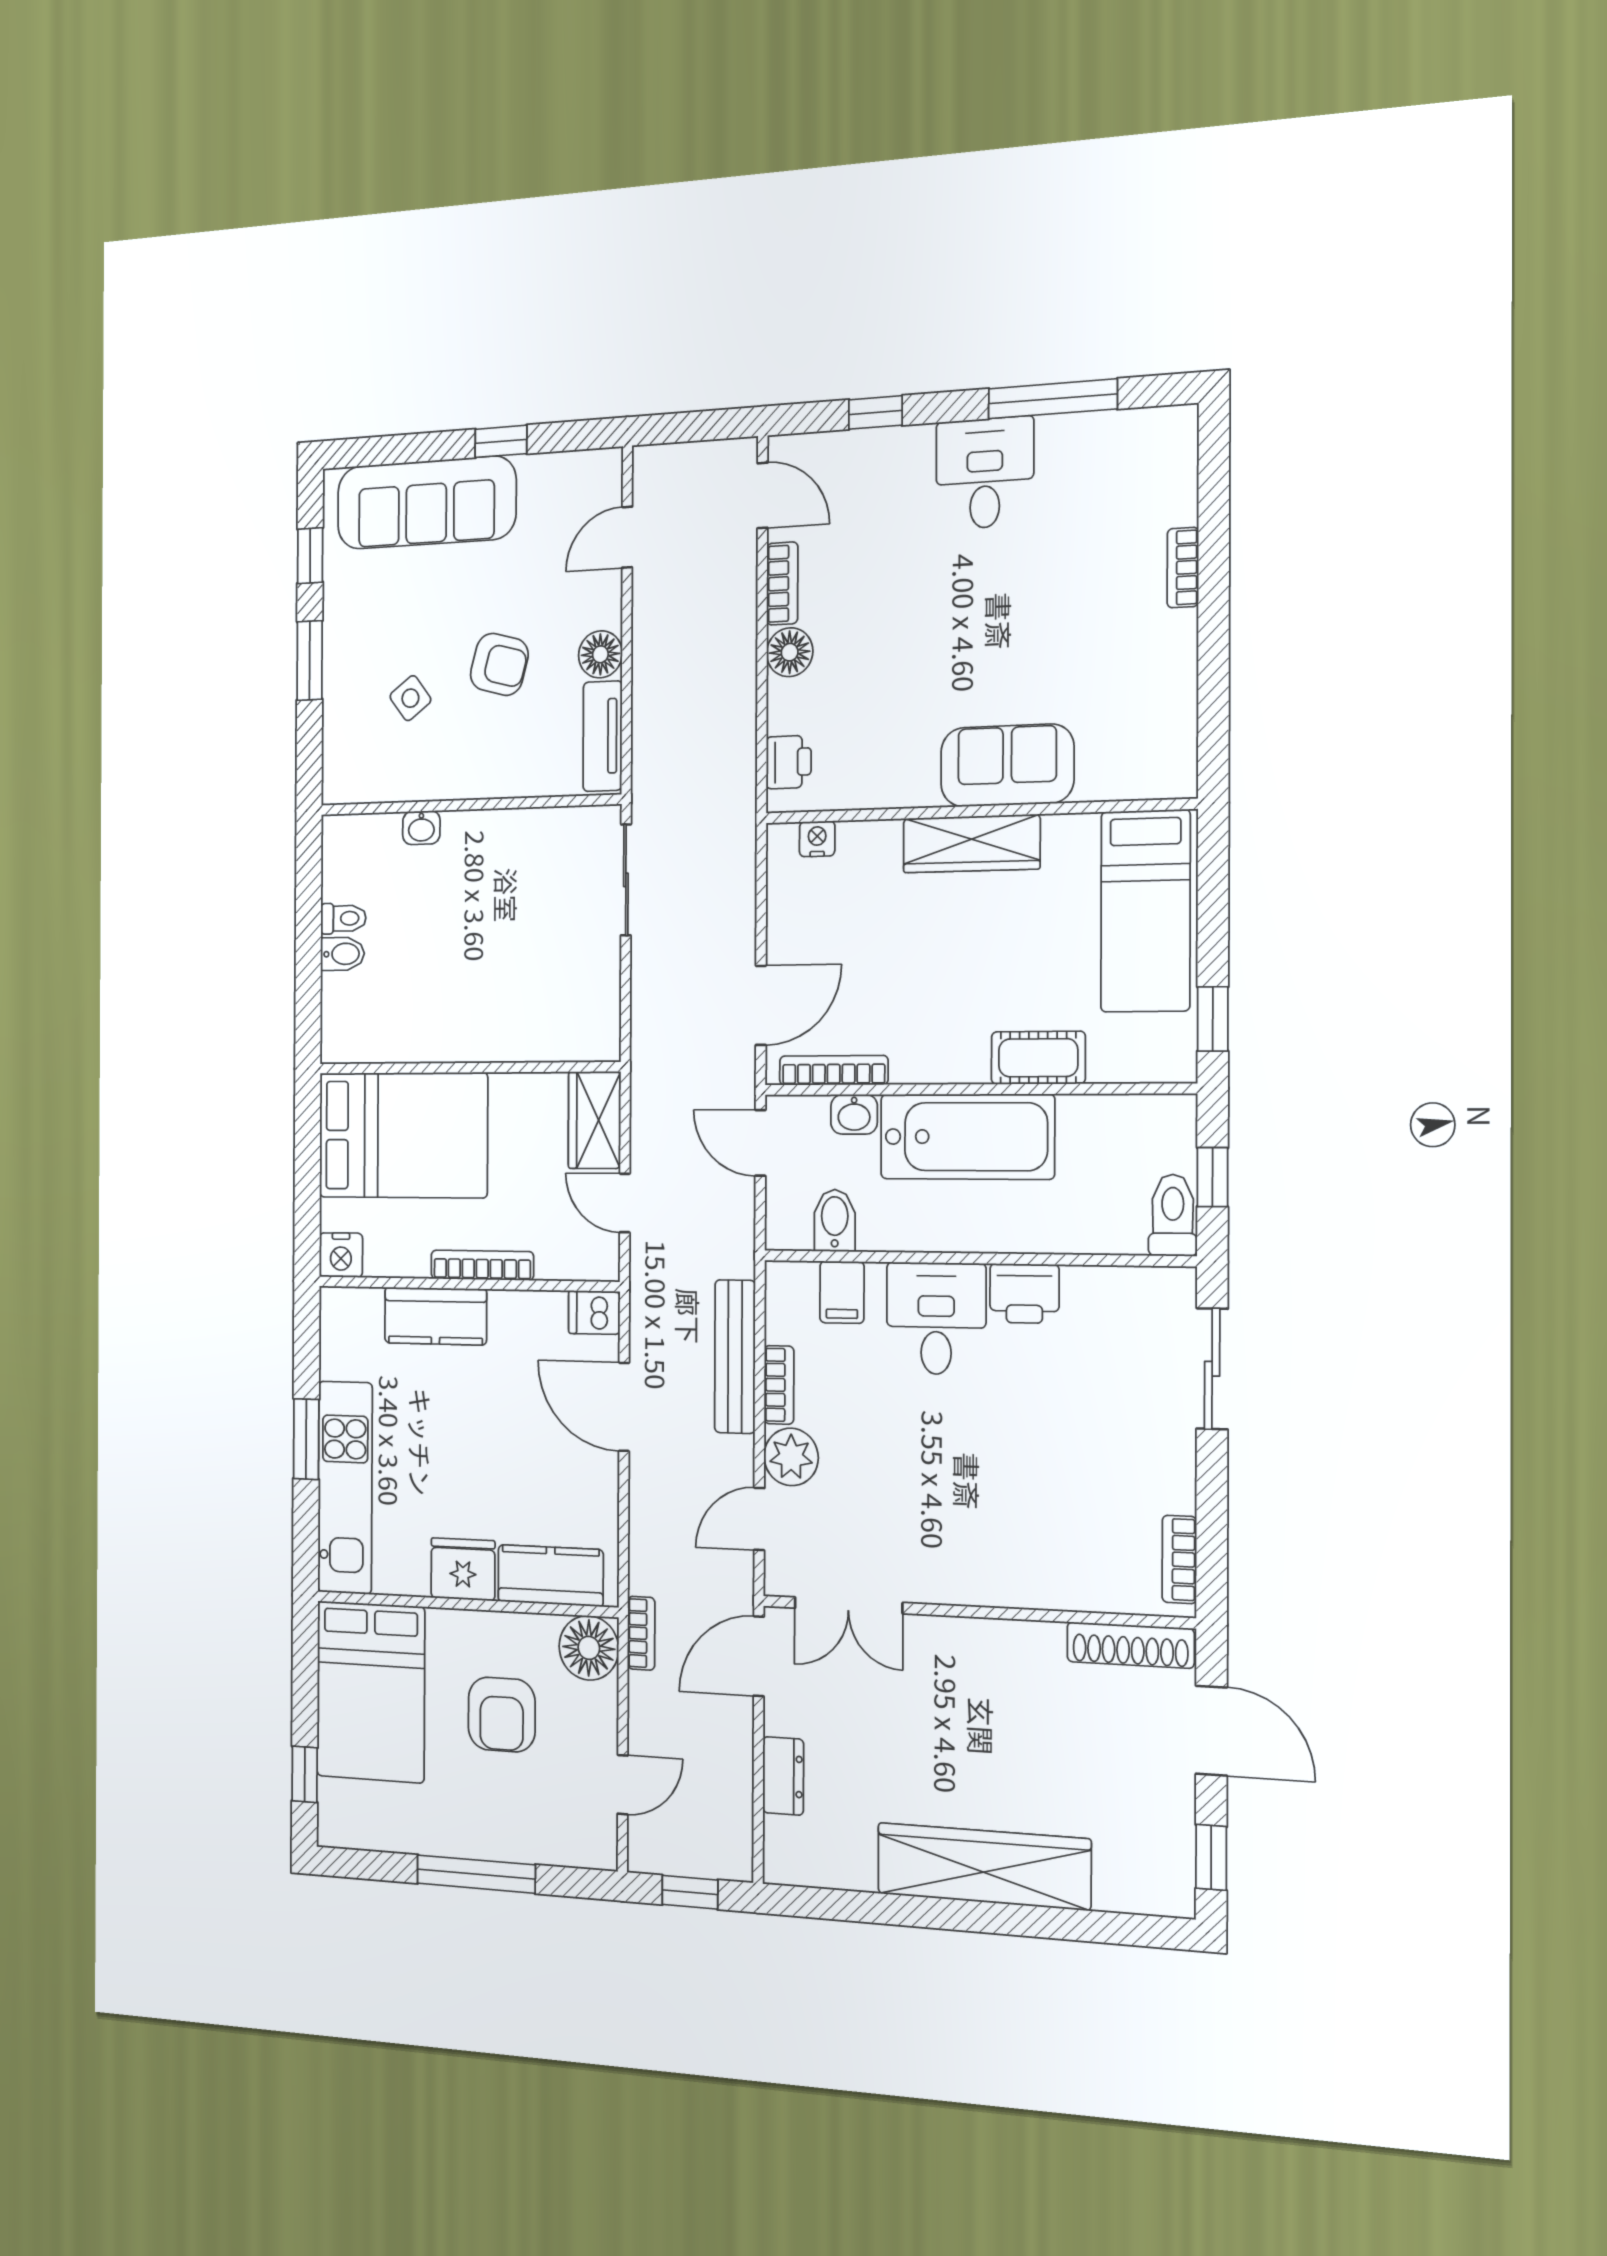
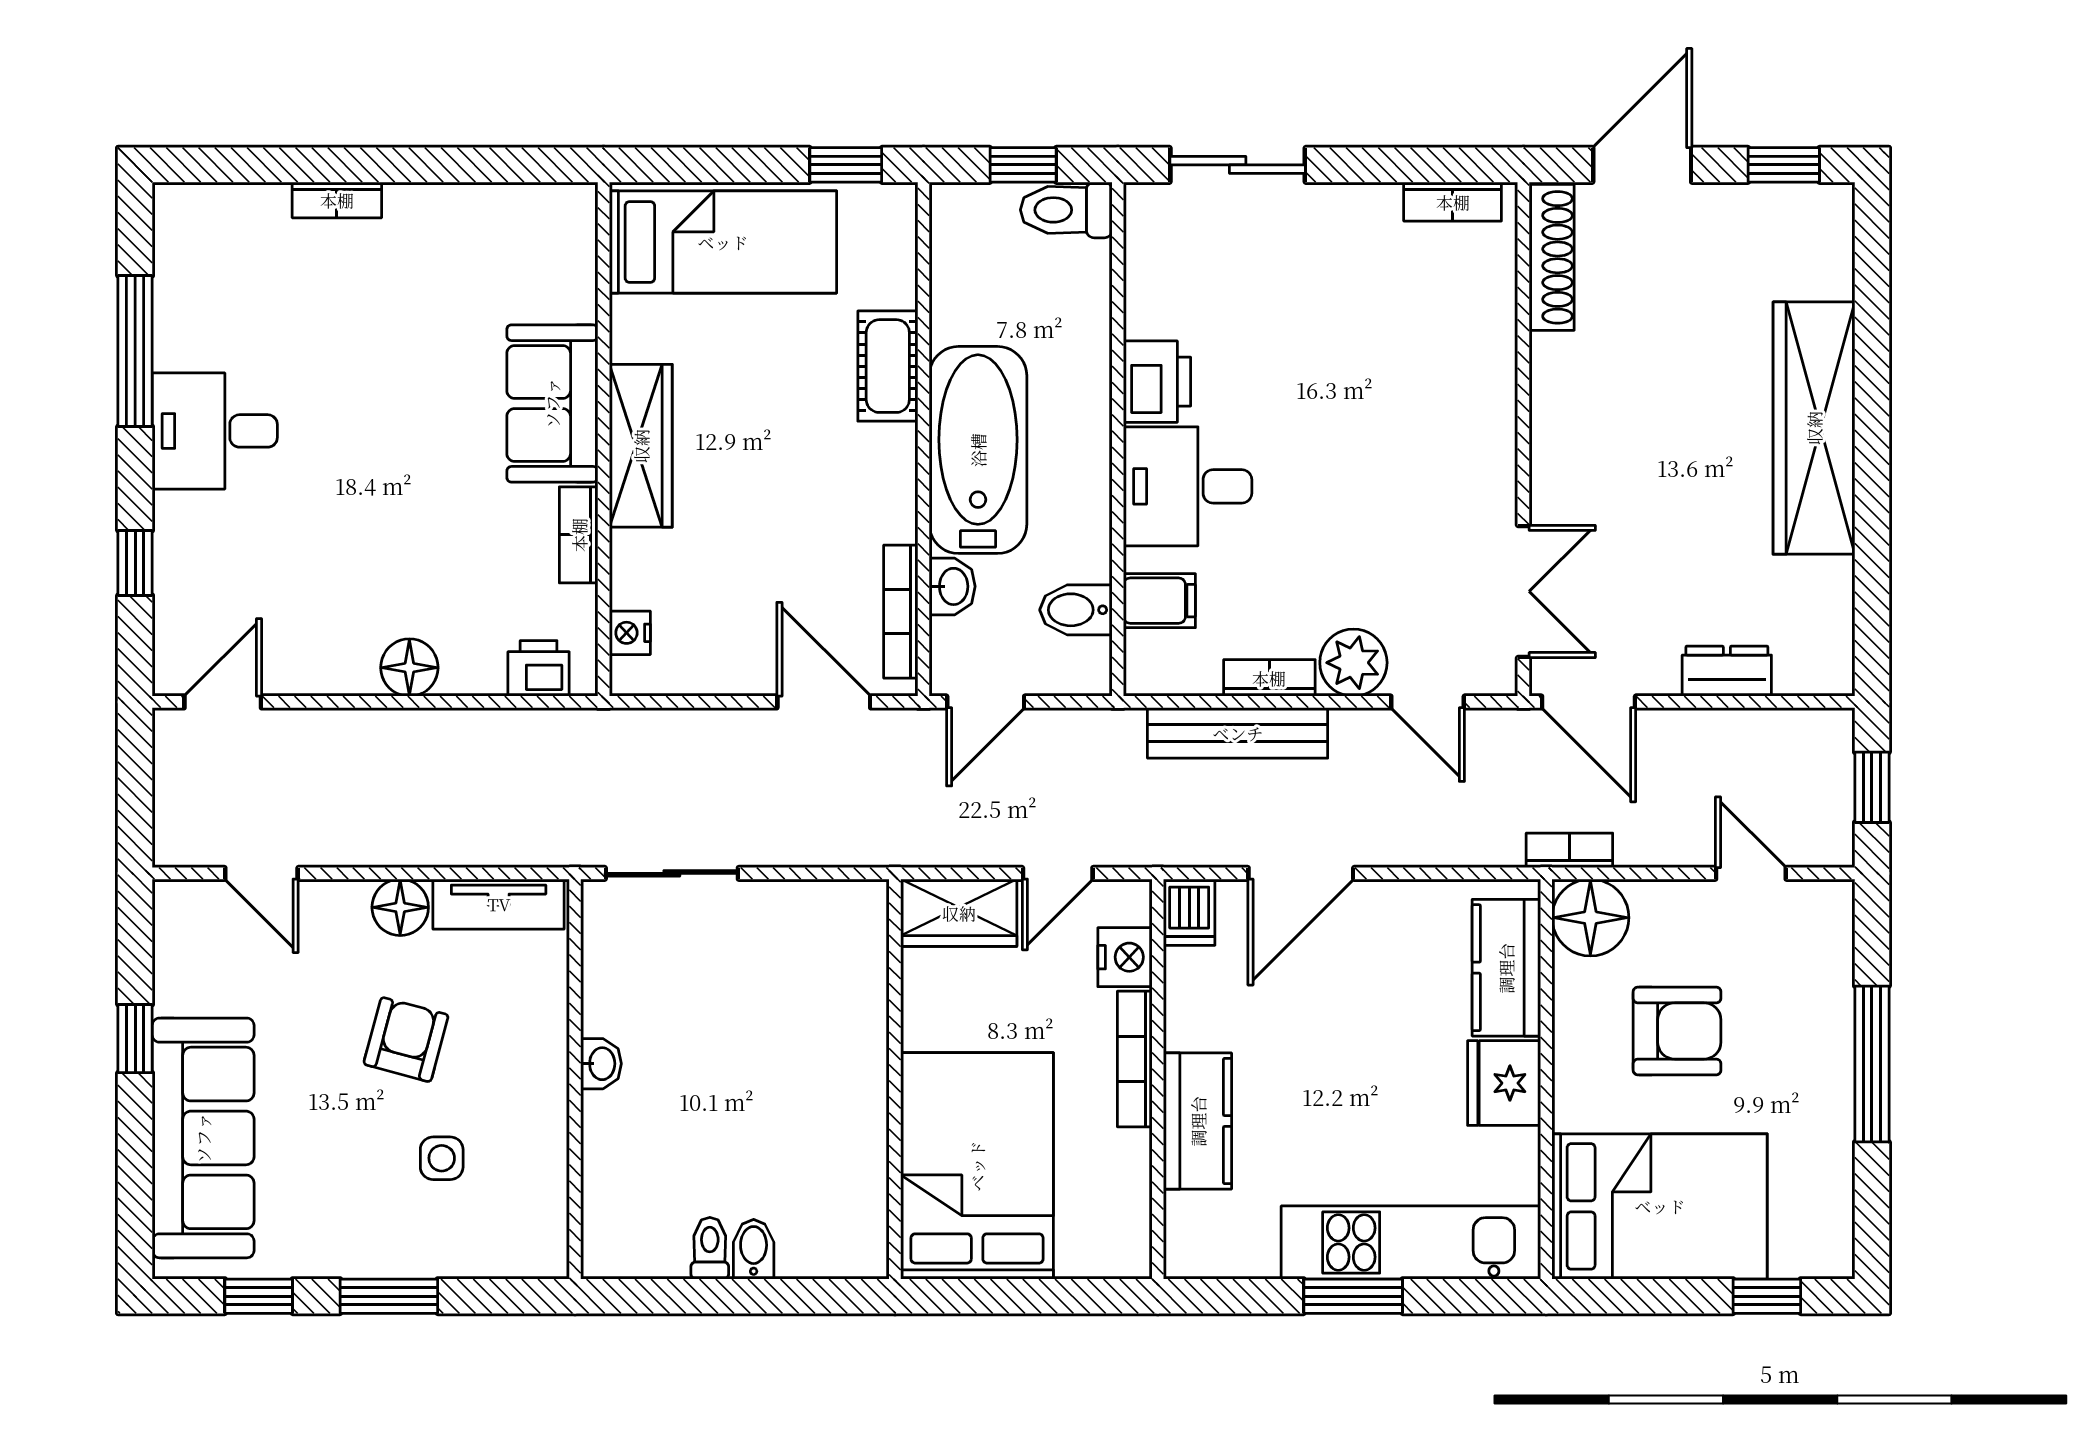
bookcase: (782, 583) -> (579, 535), moved, turned -90
side table: (410, 698) -> (442, 1158), turned 37
washbasin: (421, 828) -> (601, 1064), moved
nightstand: (341, 1255) -> (1125, 957), moved

